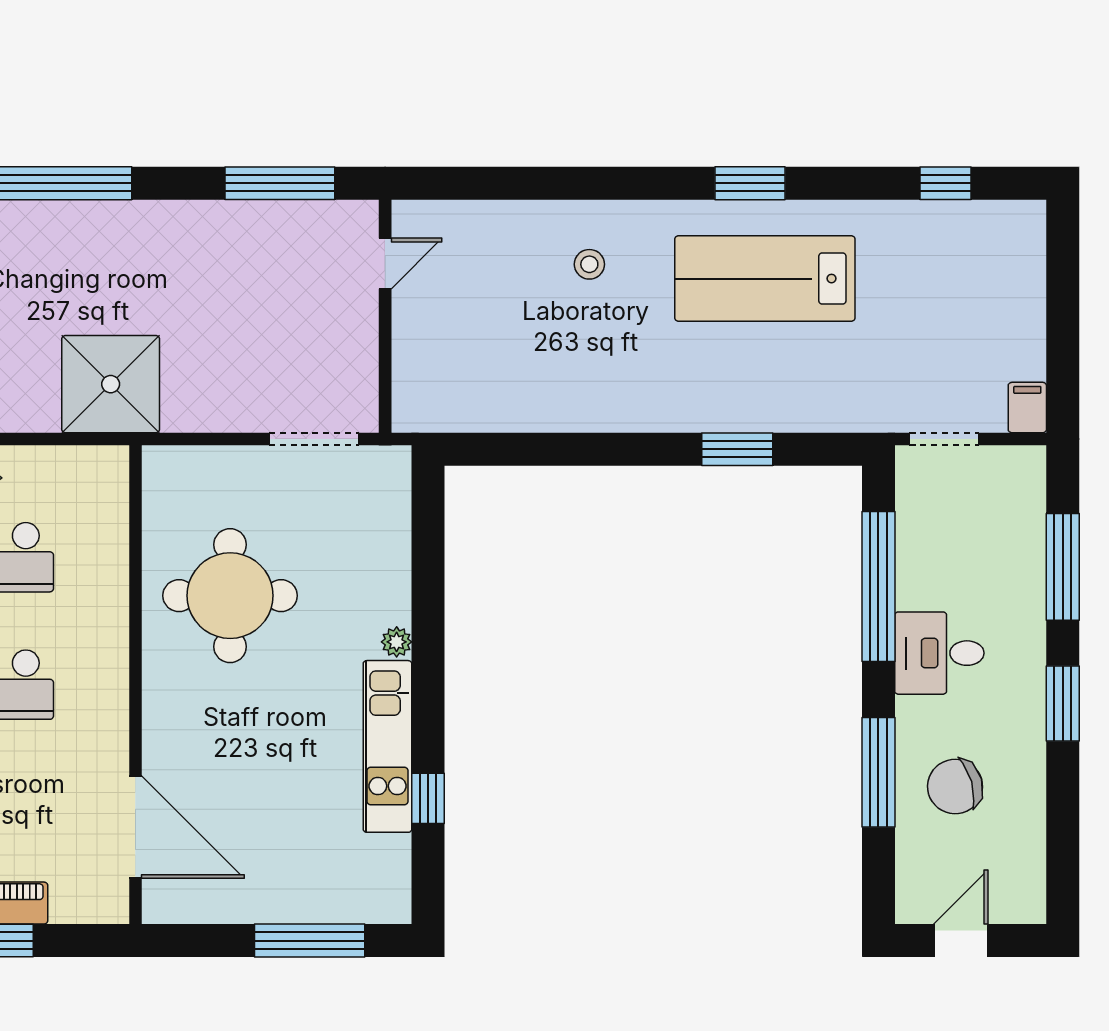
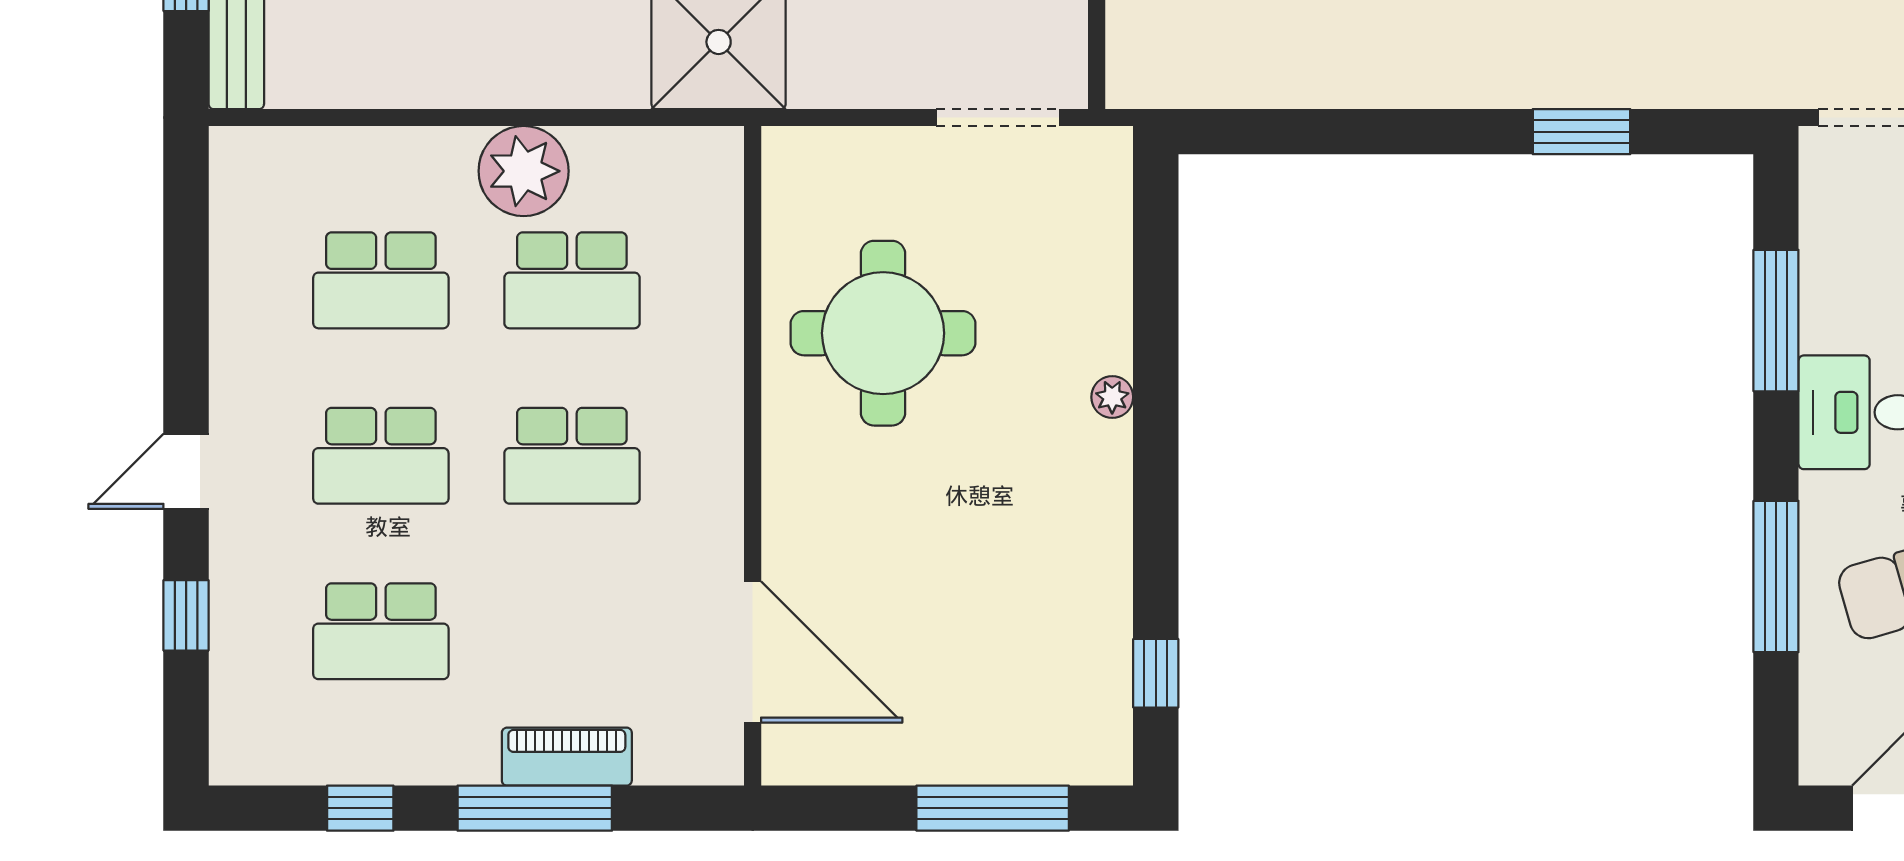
window: (878, 586) -> (1776, 321), width x0.68
kitchen unit: (388, 746) -> (1100, 541), removed
window: (428, 798) -> (1156, 673), moved

